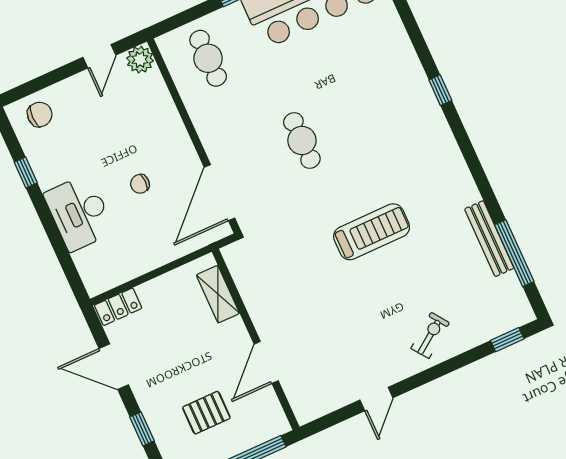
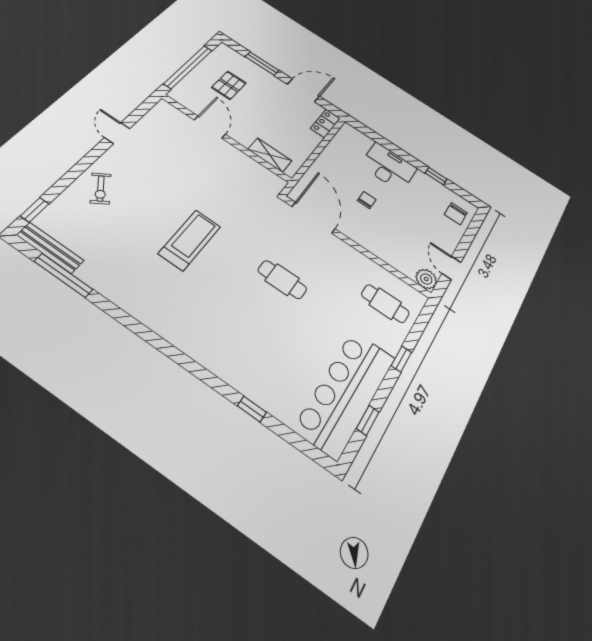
window: (440, 90) -> (252, 409), moved
treadmill: (372, 232) -> (190, 240), turned 180
bench: (489, 239) -> (50, 248), moved
window: (142, 429) -> (262, 63), width x1.50

